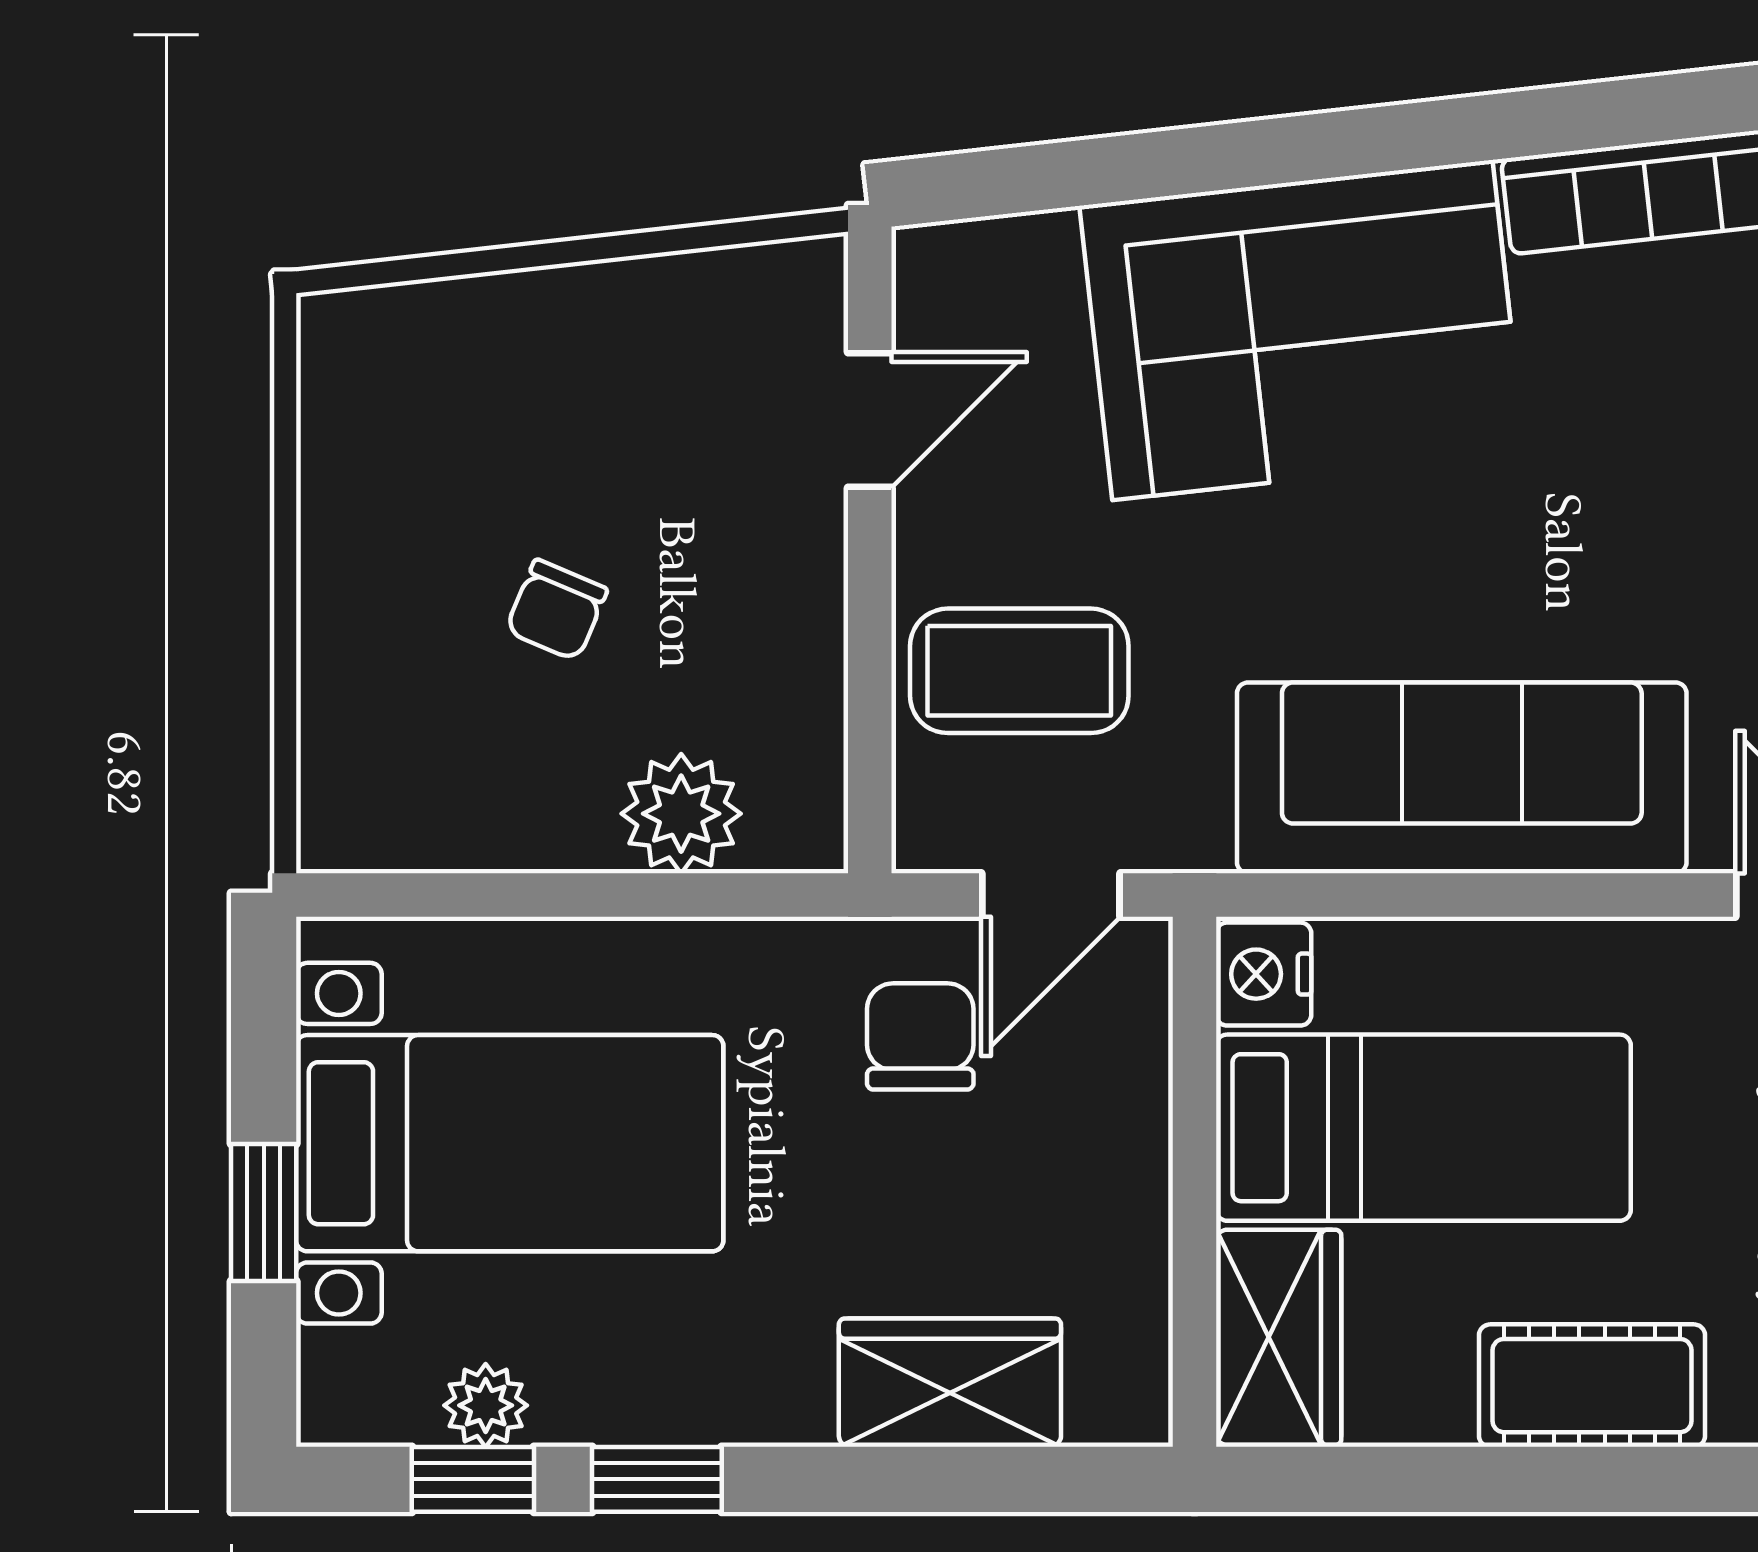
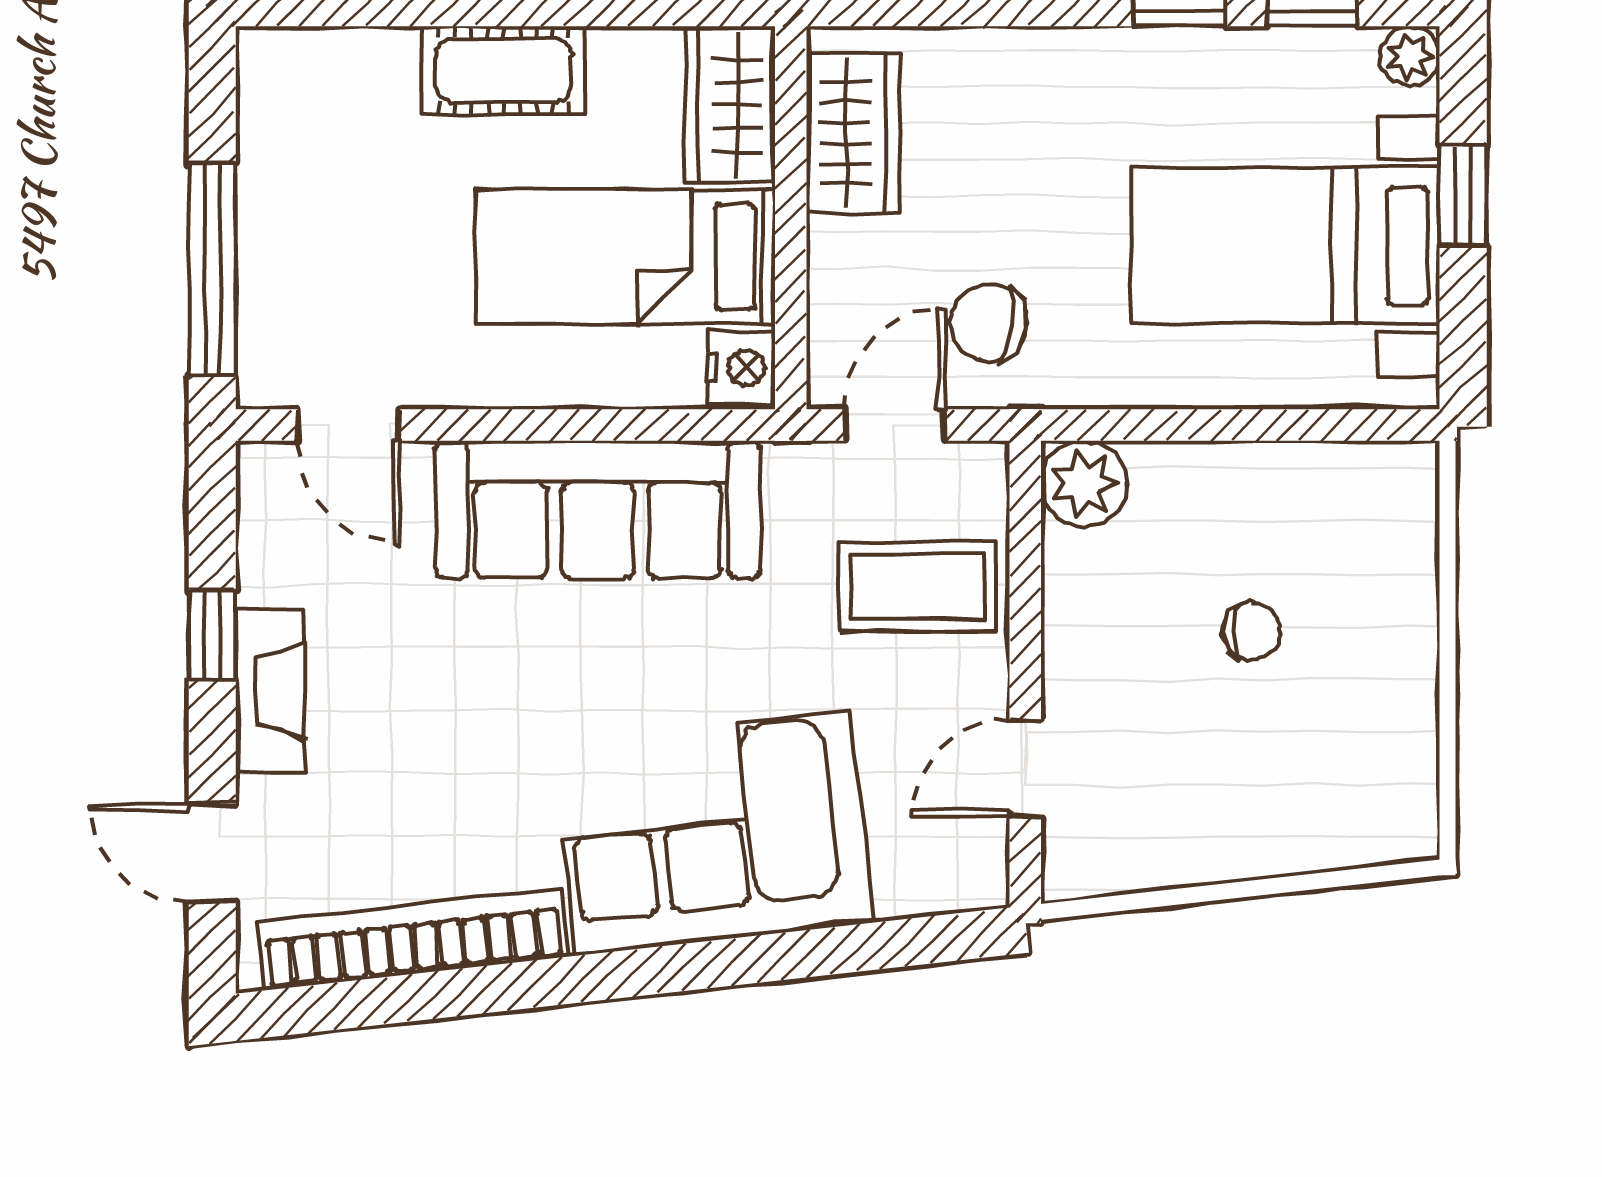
chair: (556, 610) -> (1252, 631), turned 67
plant: (681, 814) -> (1084, 484), moved
chair: (920, 1036) -> (989, 323), turned 99
wardrobe: (950, 1383) -> (853, 133), moved, turned -90
plant: (486, 1405) -> (1410, 56), moved

